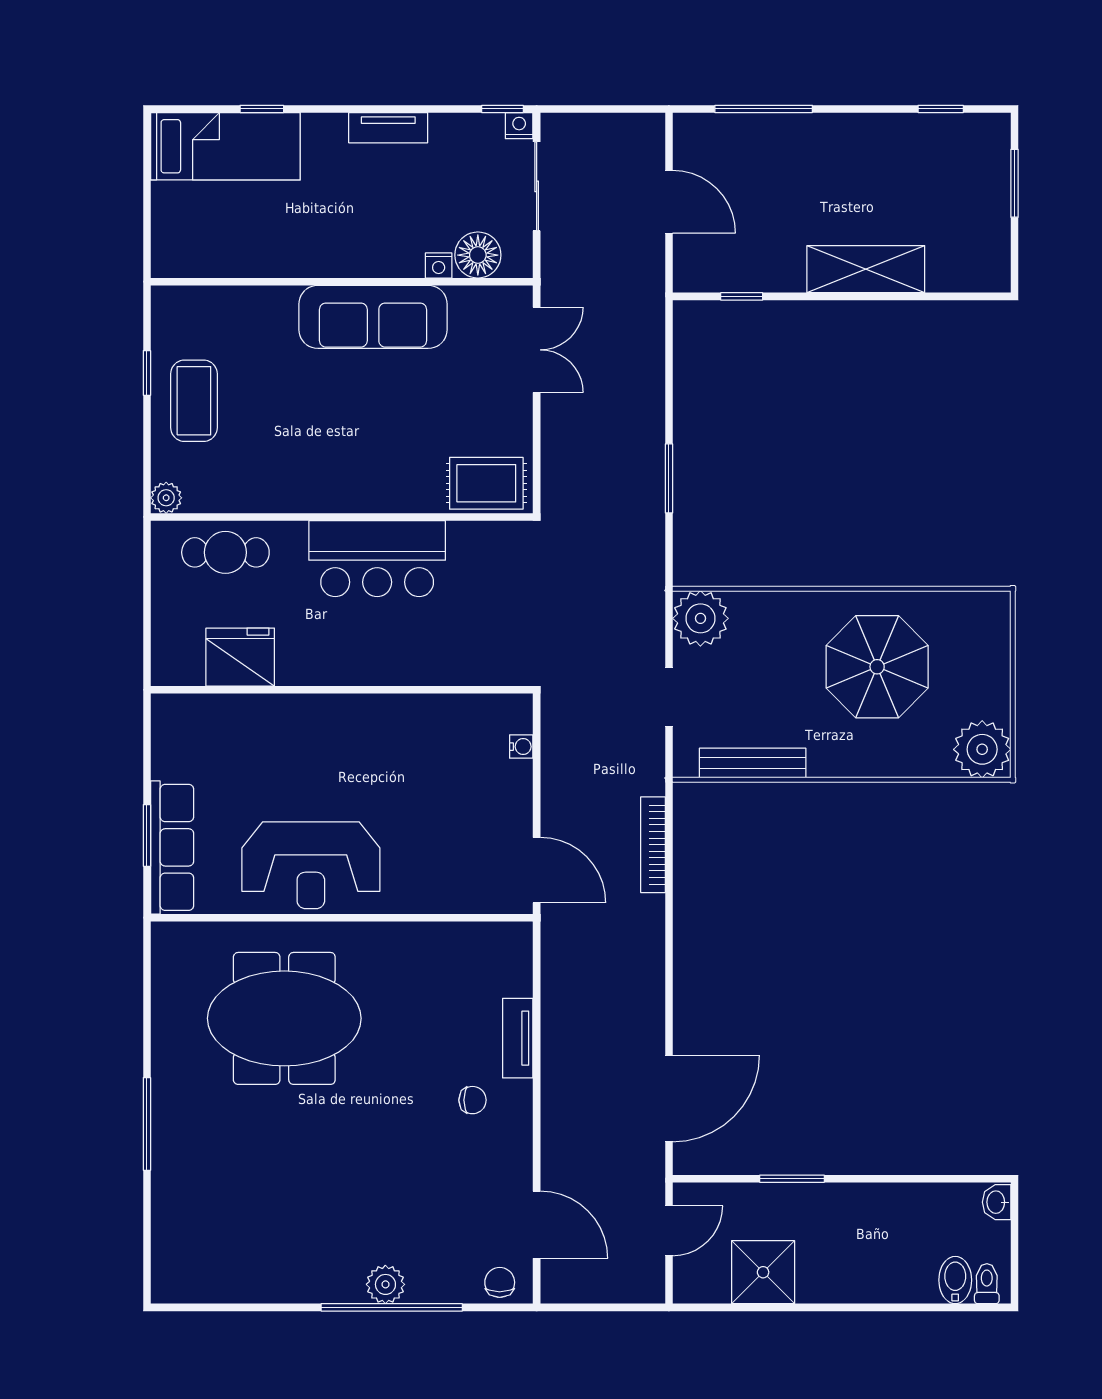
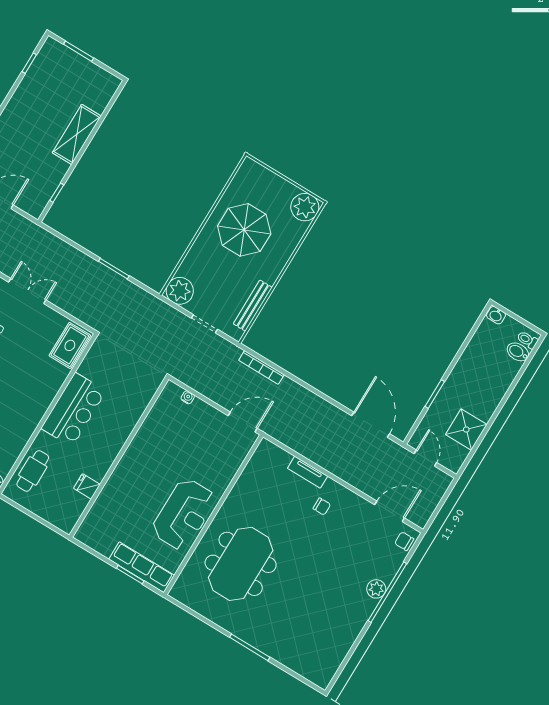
fridge: (240, 657) -> (87, 486), width x0.53, depth x0.75
chair: (472, 1100) -> (322, 506), turned 90

